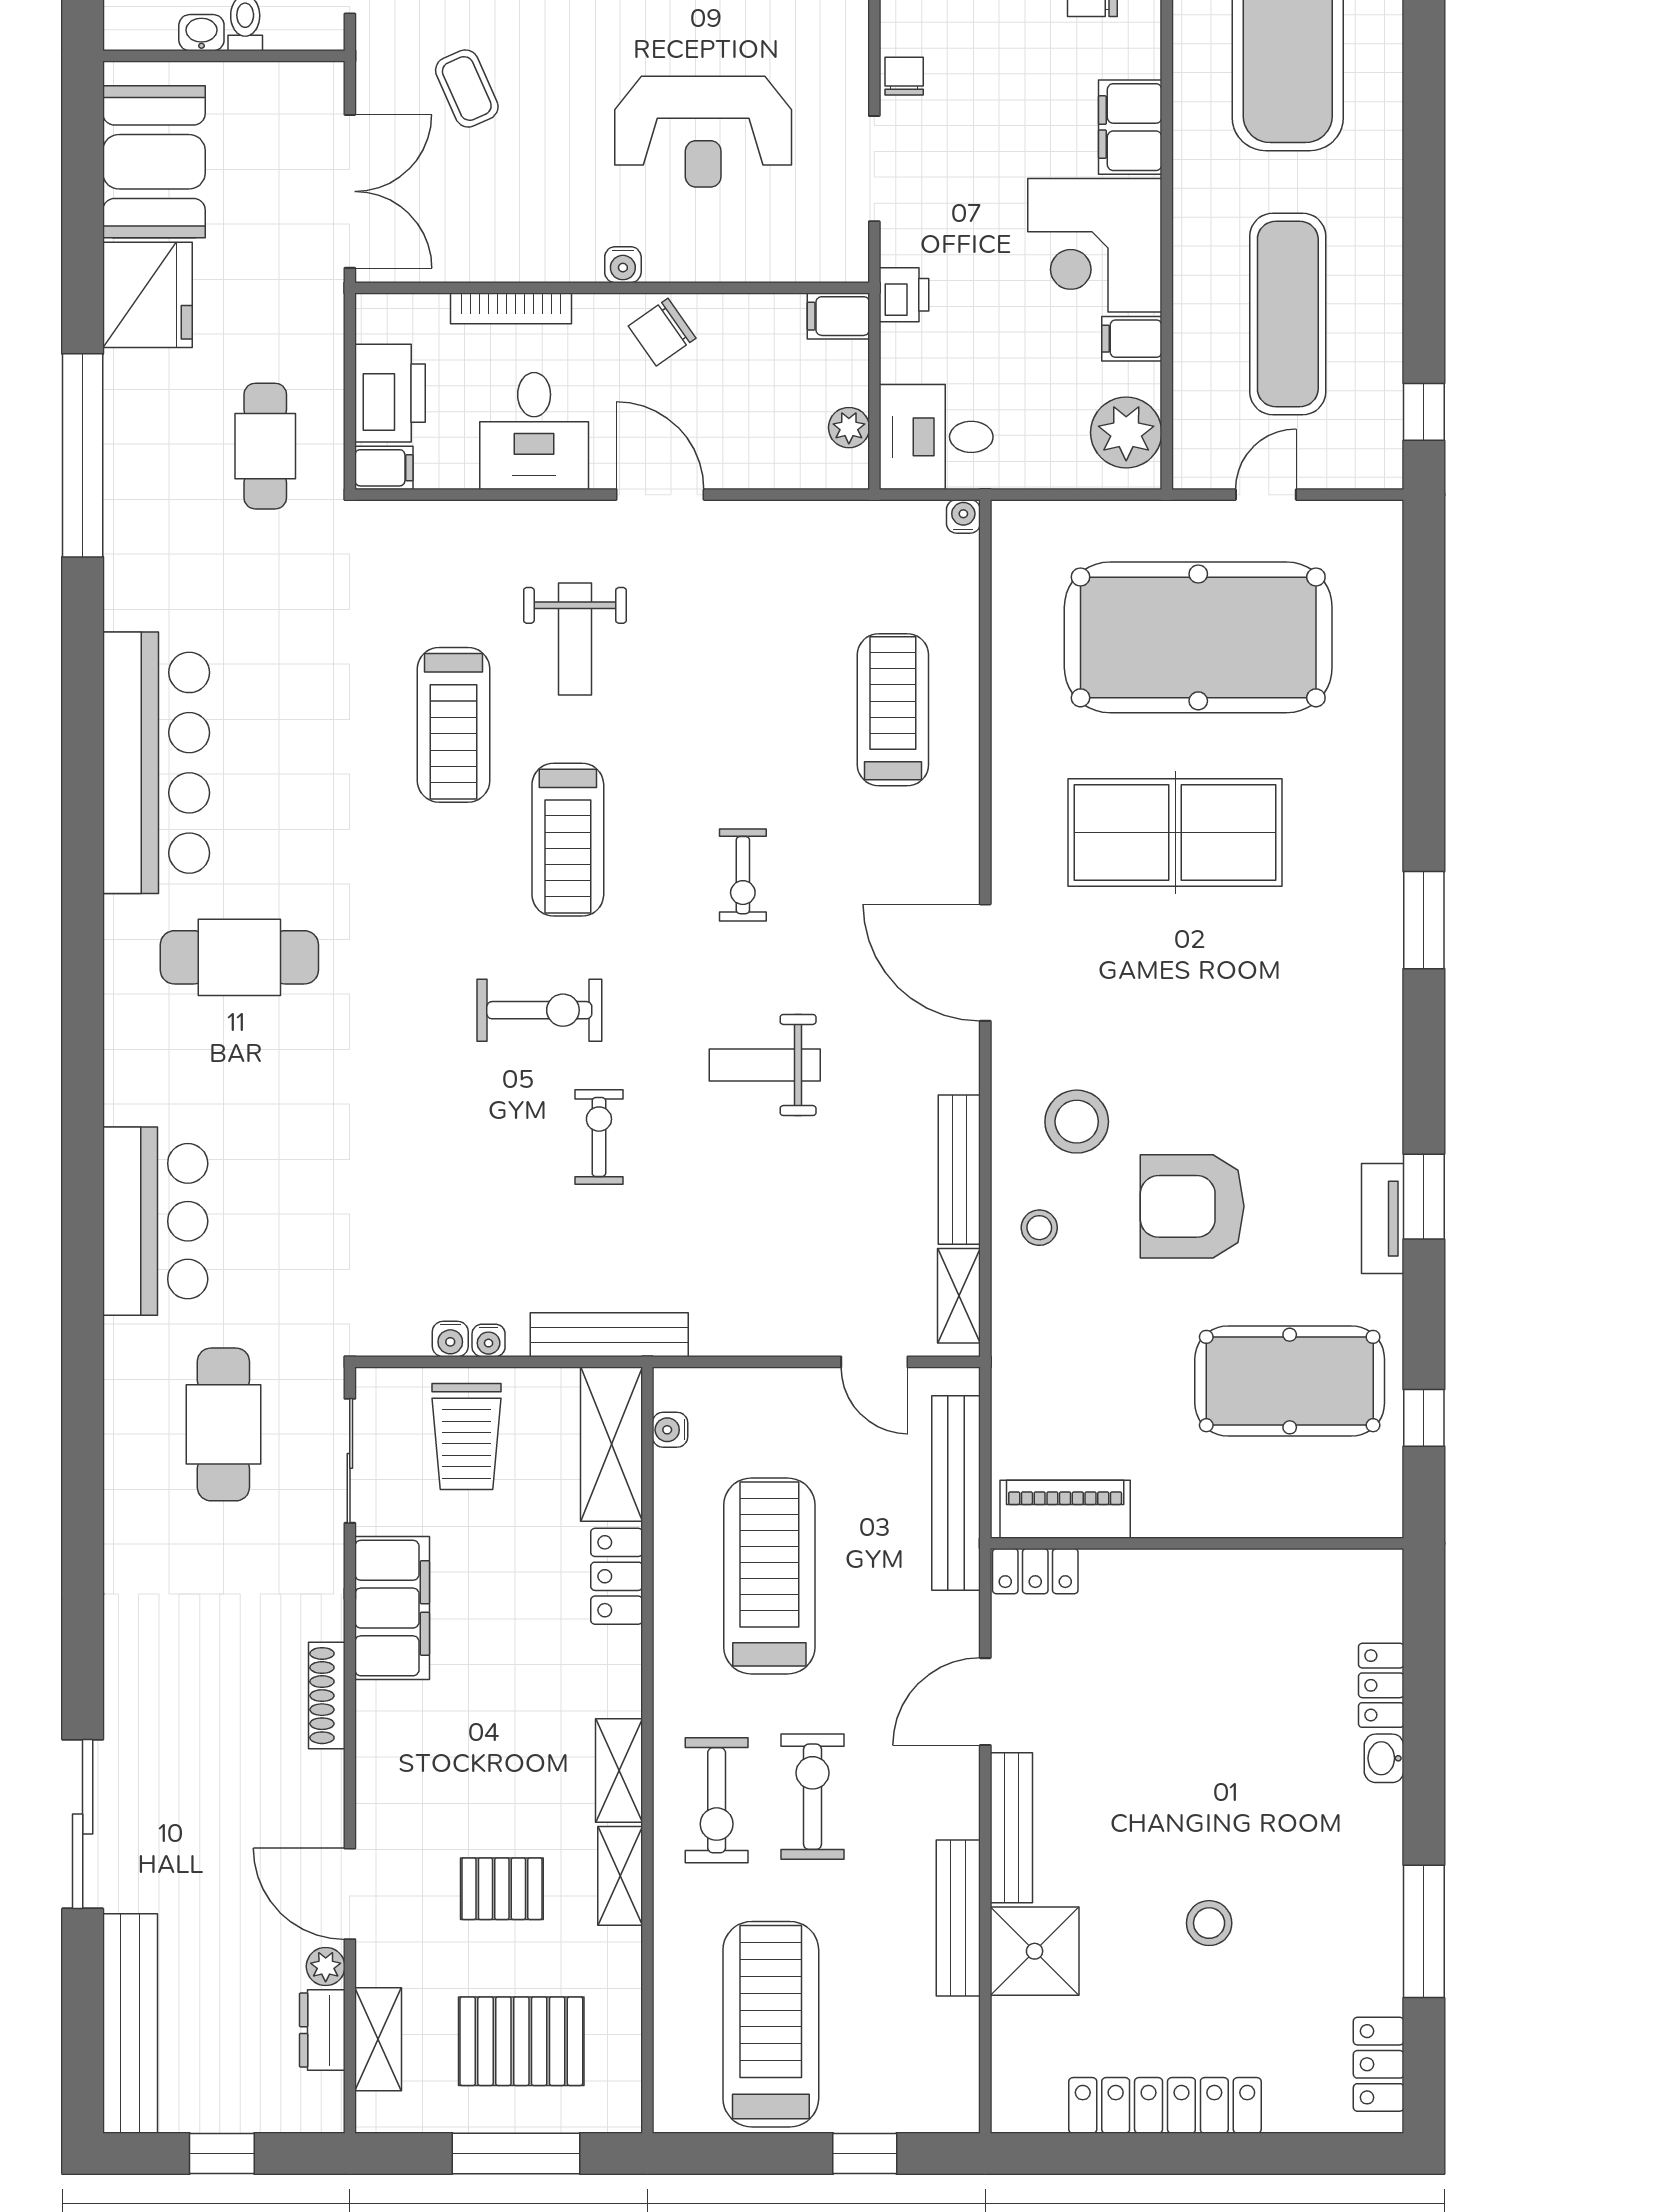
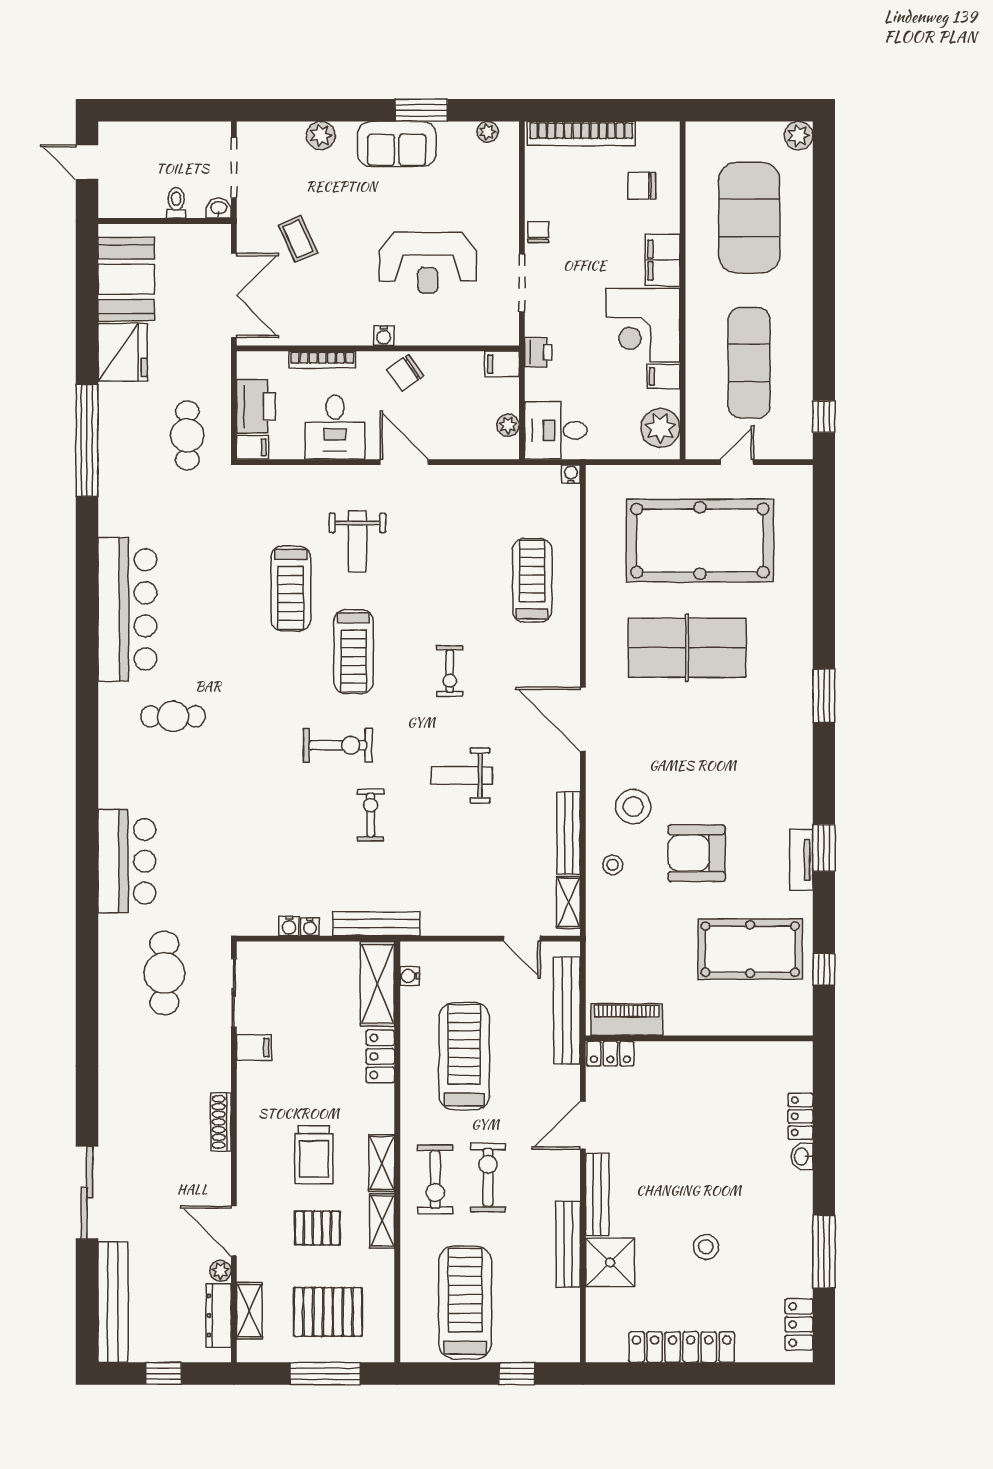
washbasin: (201, 33) -> (219, 208), moved
cafe table: (239, 957) -> (173, 716), width x0.73, depth x0.74
trolley: (466, 1436) -> (314, 1155), moved
filing cabinet: (392, 1608) -> (254, 1048), width x0.33, depth x0.86
dresser: (322, 2030) -> (219, 1315), width x1.44

